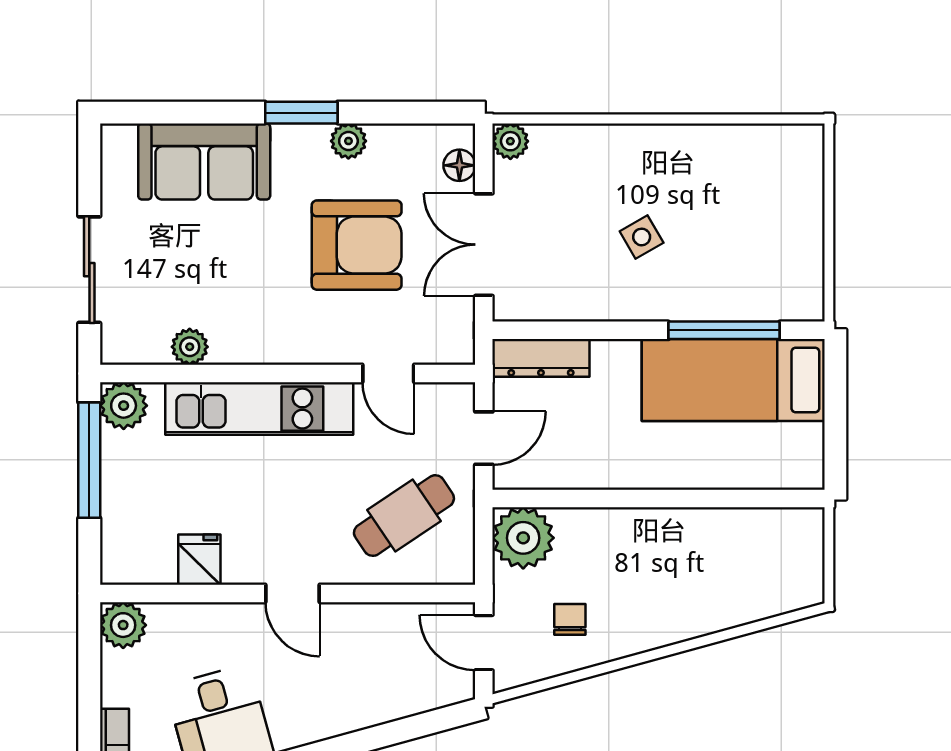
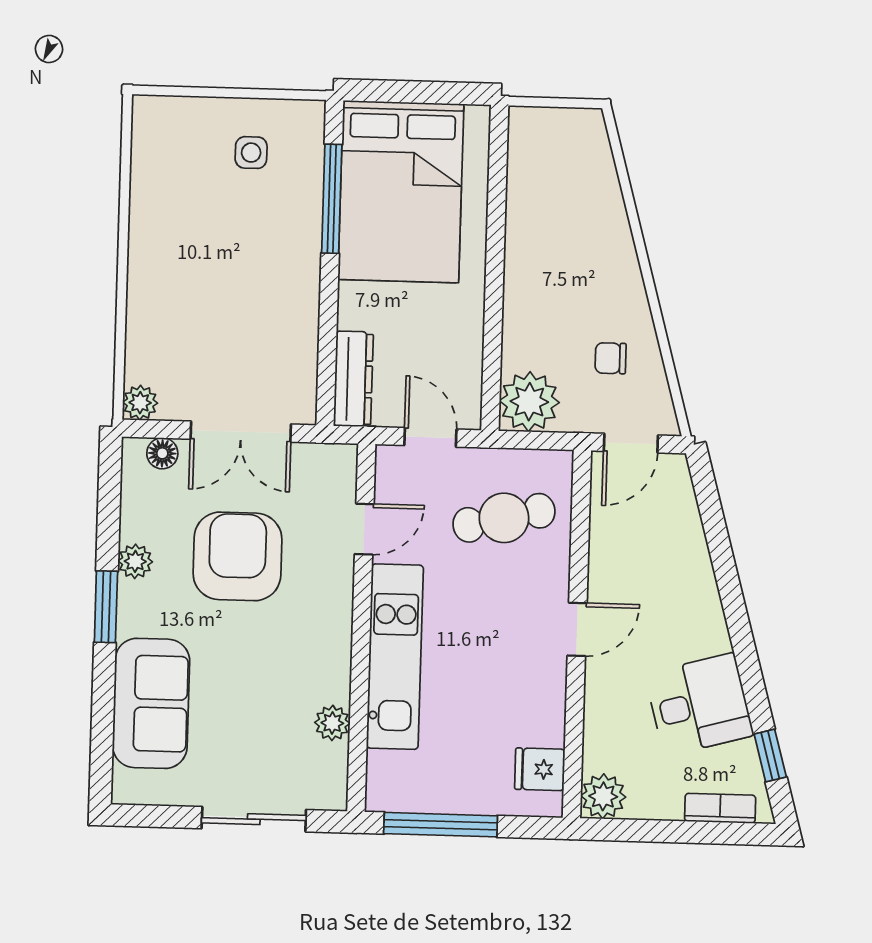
side table: (642, 237) -> (251, 153), moved, turned 30
bed: (733, 380) -> (401, 192), width x1.50
plant: (124, 406) -> (388, 790), removed
cafe table: (404, 516) -> (504, 518), turned -69
fridge: (199, 560) -> (540, 769), moved

